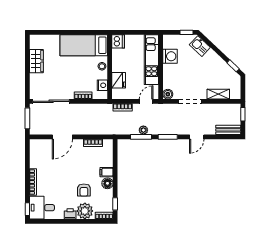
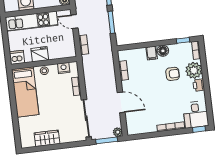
fridge: (119, 80) -> (40, 54), moved
plant: (143, 130) -> (118, 132), moved

